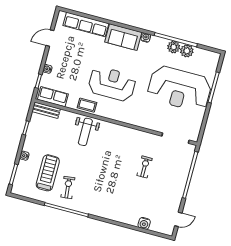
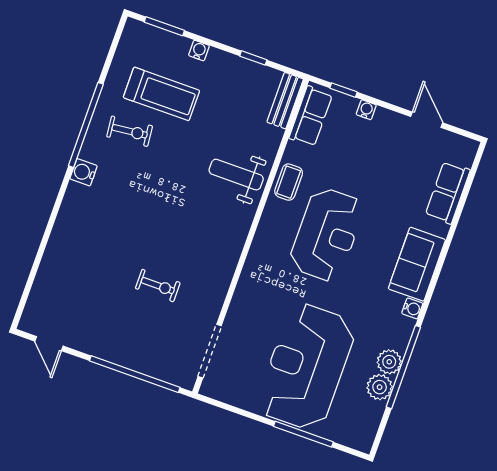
row of seats: (86, 24) -> (448, 193), width x0.68
water cooler: (144, 223) -> (84, 172), moved

